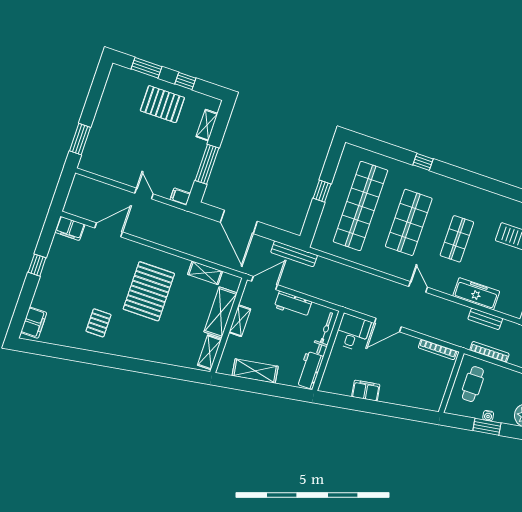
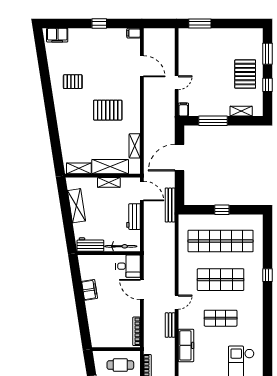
filing cabinet: (70, 228) -> (134, 33), width x0.50
pallet: (149, 291) -> (108, 110), width x0.73, depth x0.71
bench: (485, 319) -> (170, 325), moved

